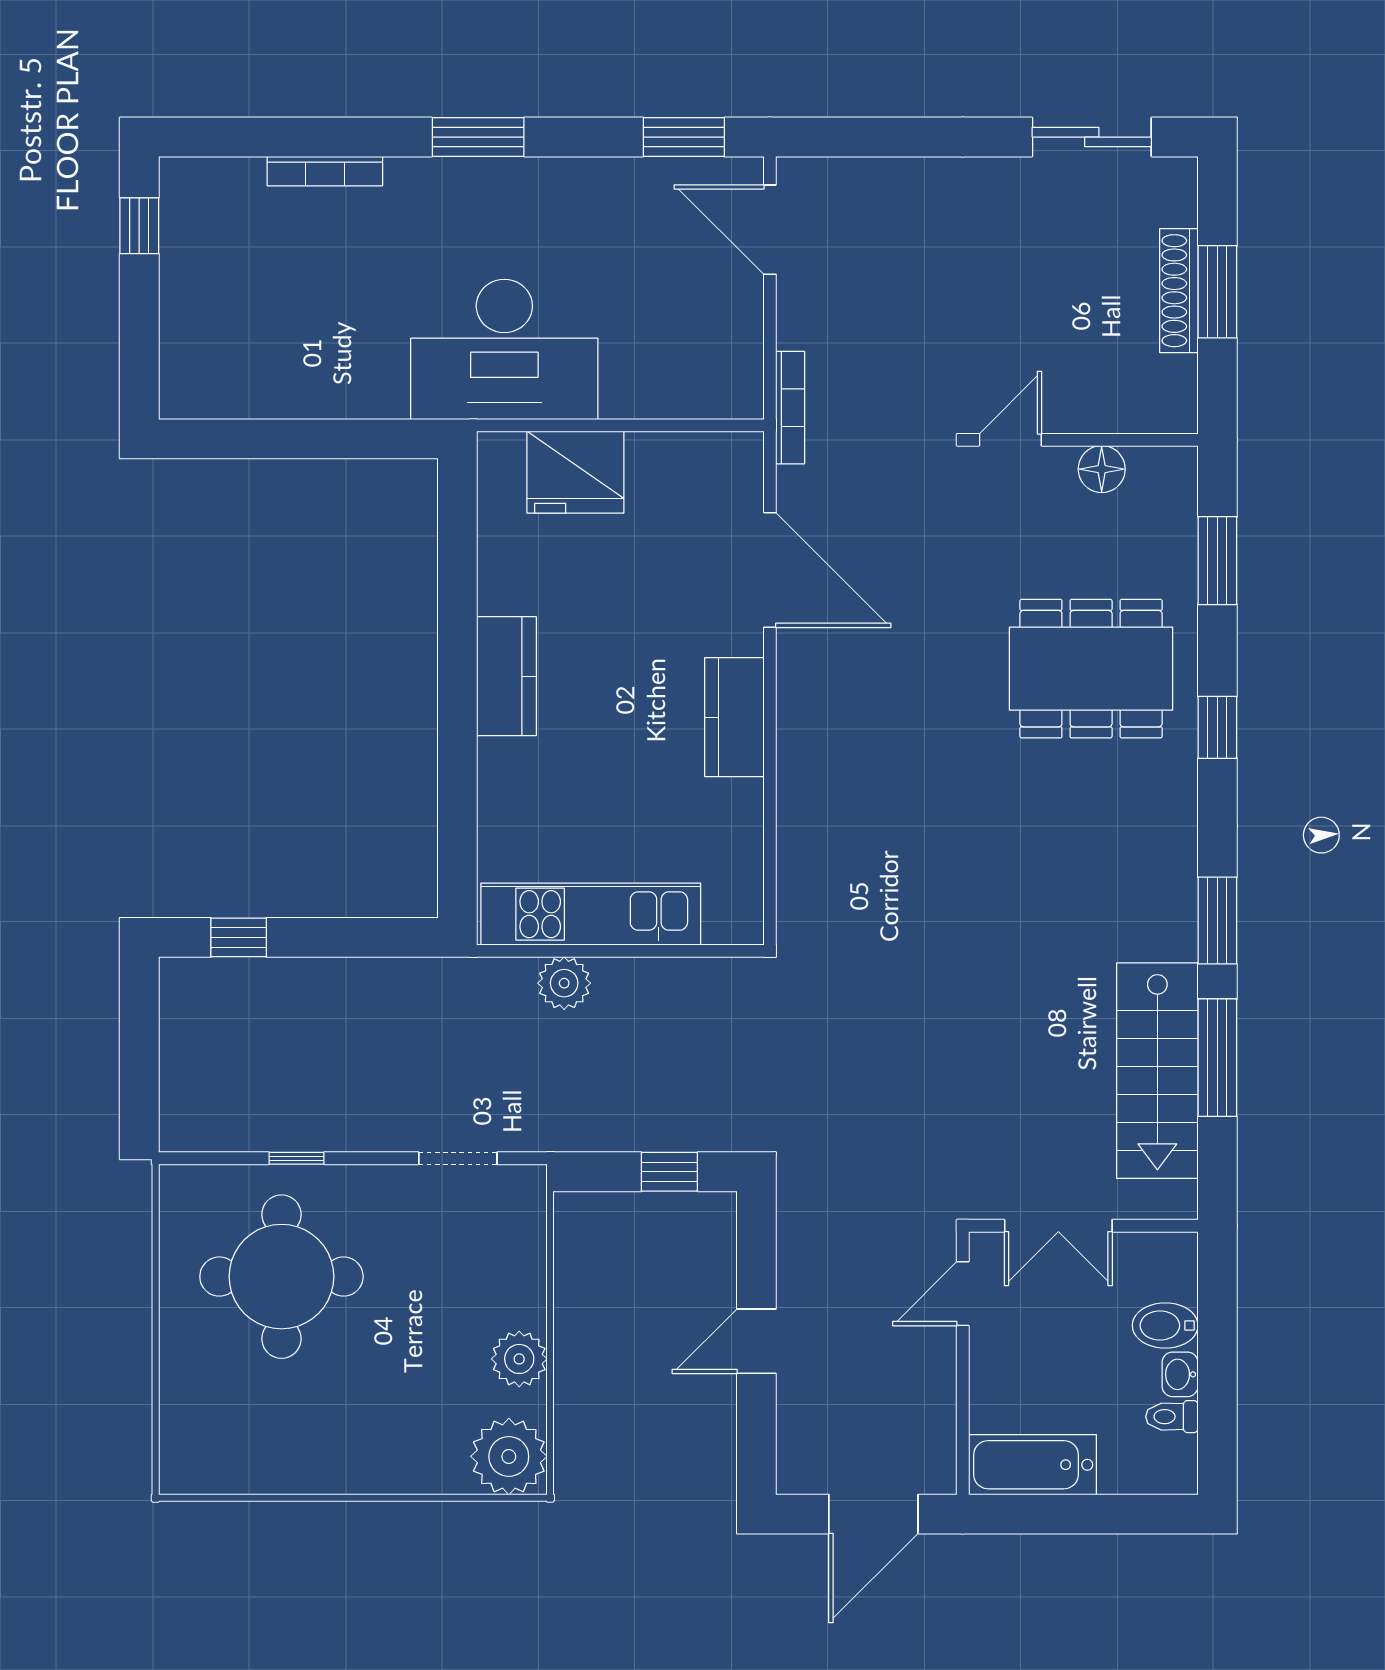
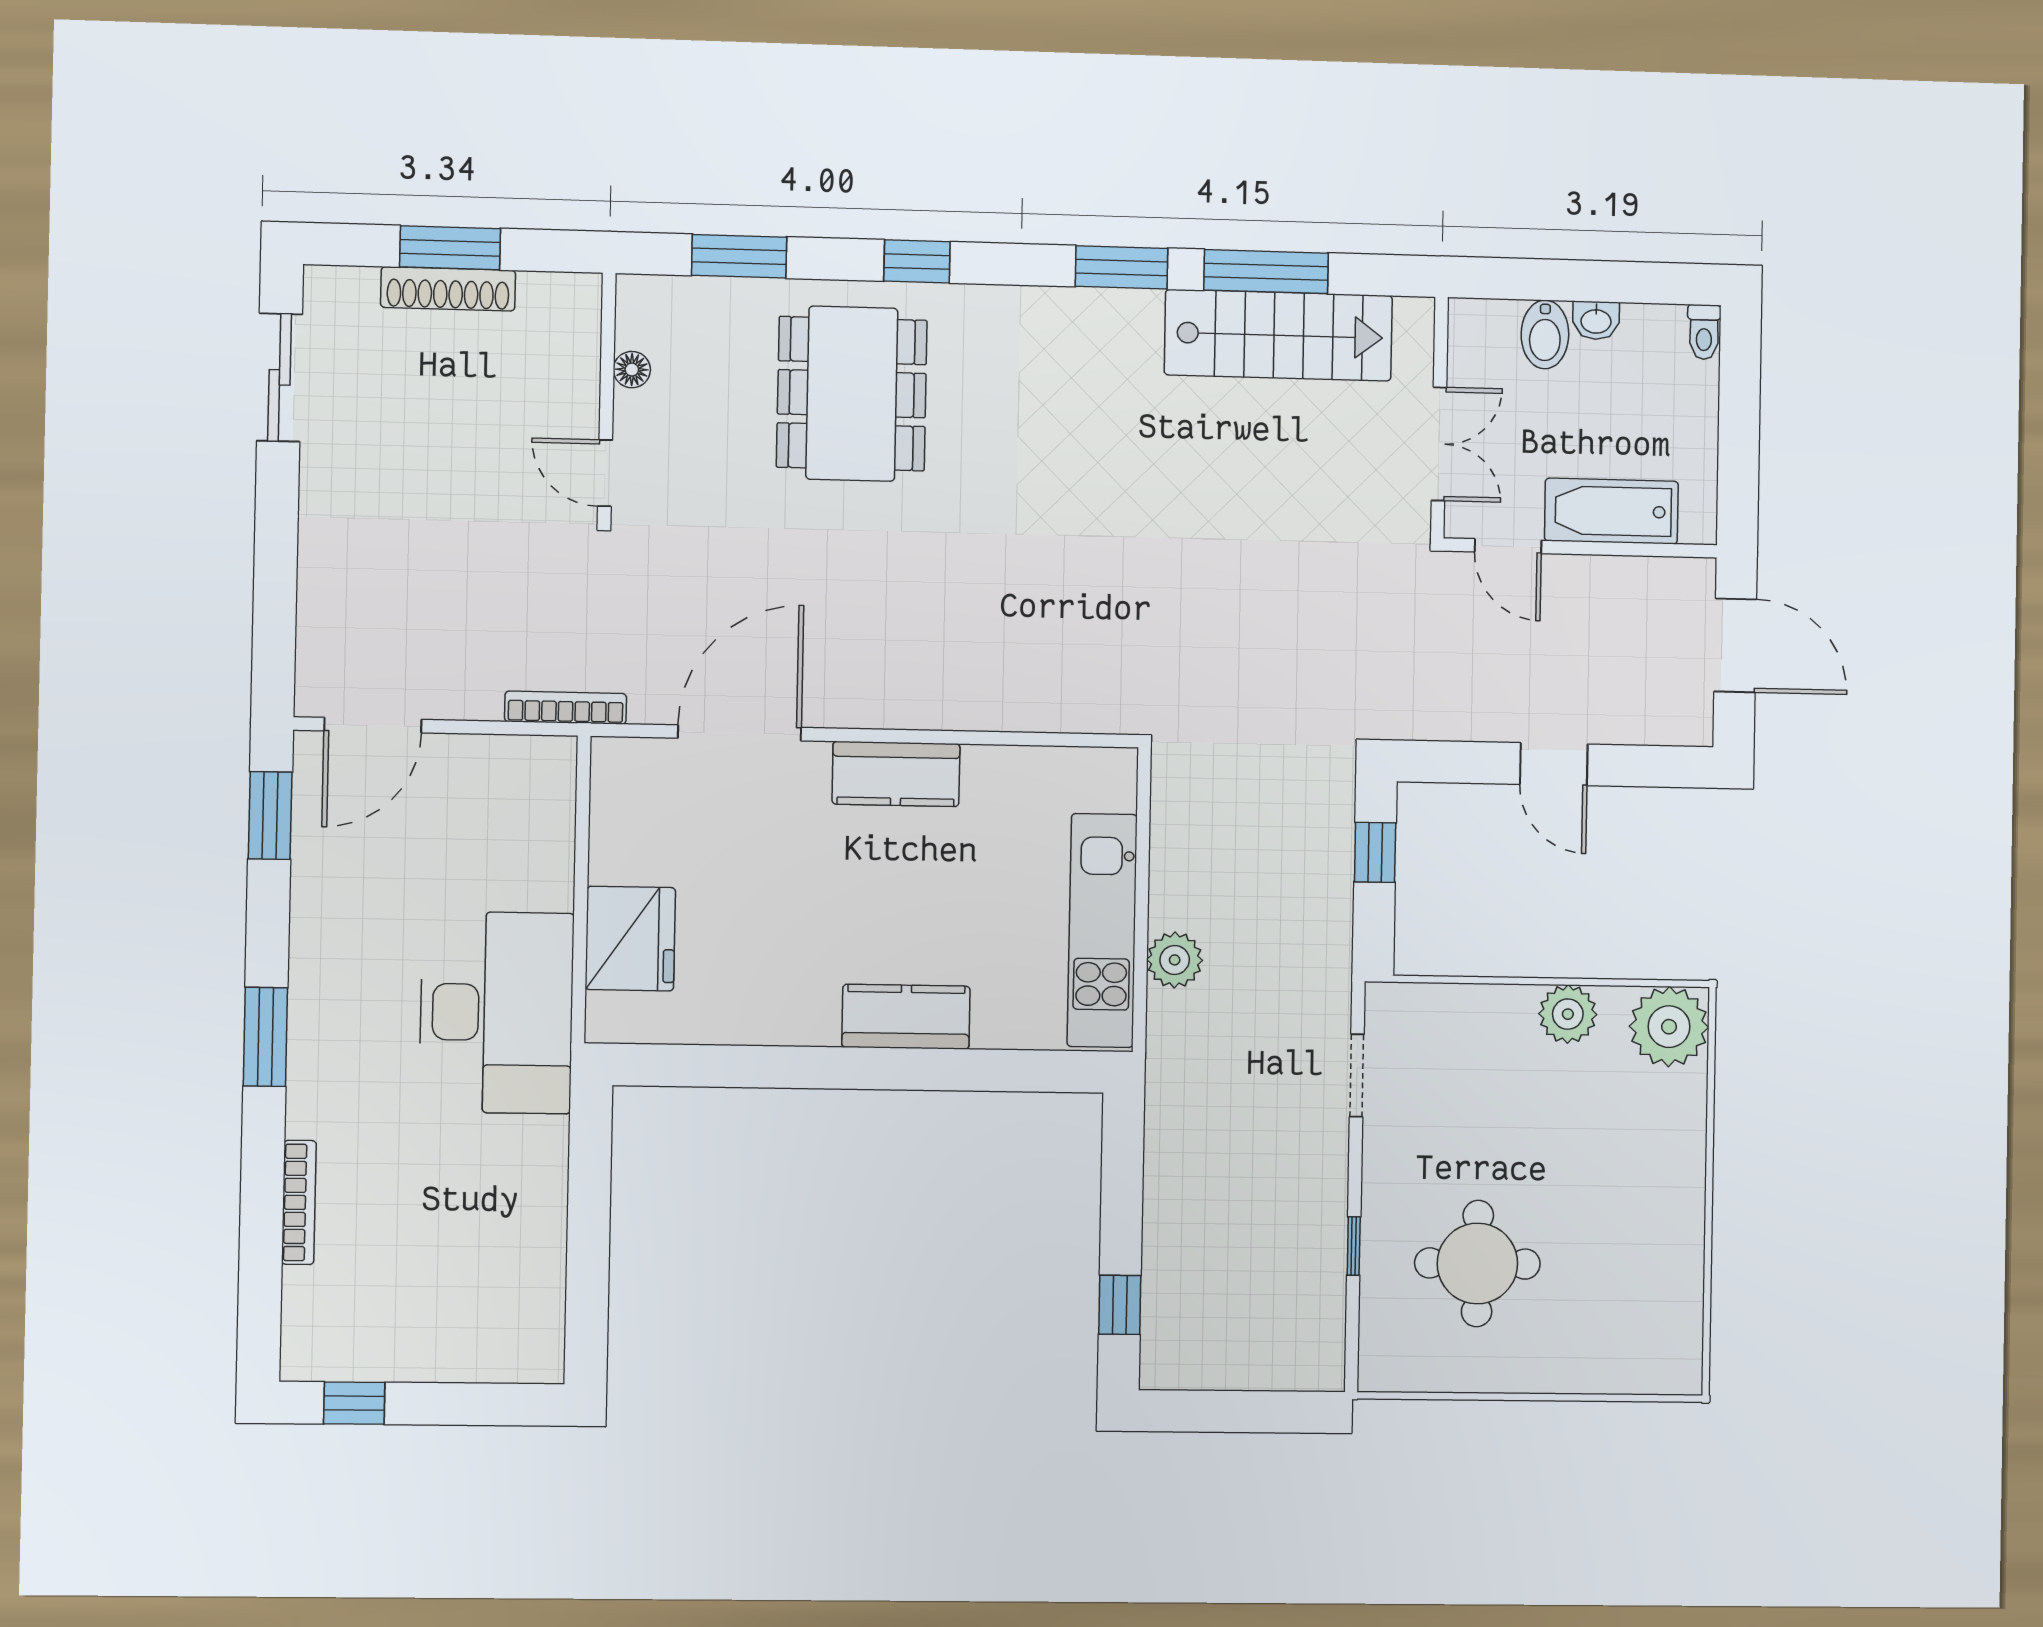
floor lamp: (1102, 469) -> (632, 370), width x0.73, depth x0.73
kitchen counter: (506, 676) -> (906, 1017), moved
round table: (281, 1277) -> (1477, 1263), width x0.73, depth x0.73
toilet: (1172, 1417) -> (1704, 332), moved
bathtub: (1032, 1465) -> (1611, 511), moved, turned 90

